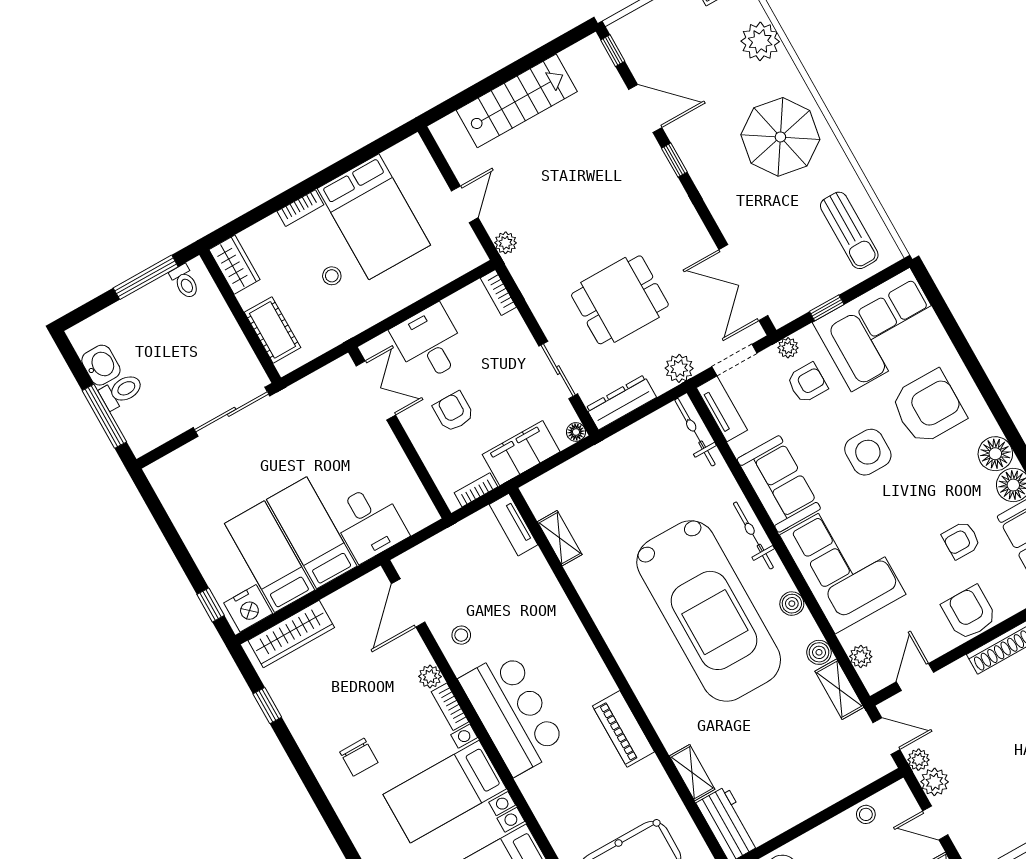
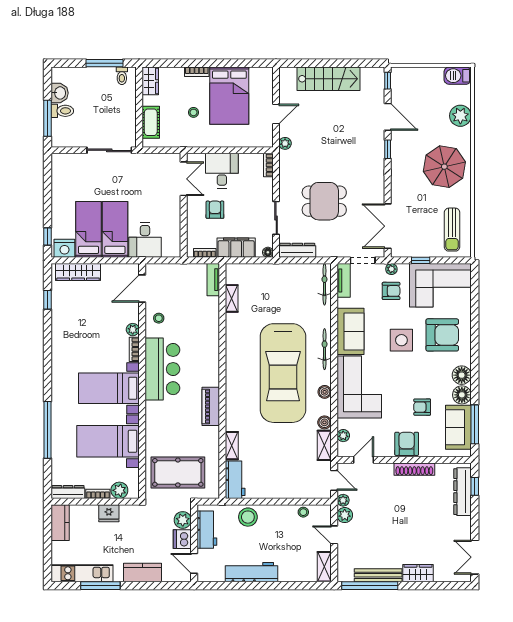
plant: (679, 368) -> (334, 250), removed
chair: (359, 757) -> (77, 349), removed

